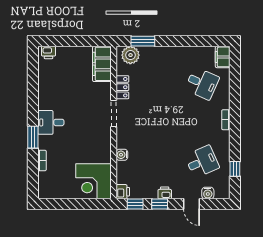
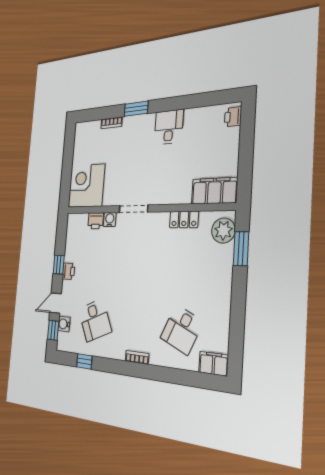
doorway: (114, 113) -> (134, 209), moved
desk: (51, 122) -> (169, 127), moved
printer: (123, 192) -> (96, 221), moved
window: (135, 204) -> (53, 330), moved

